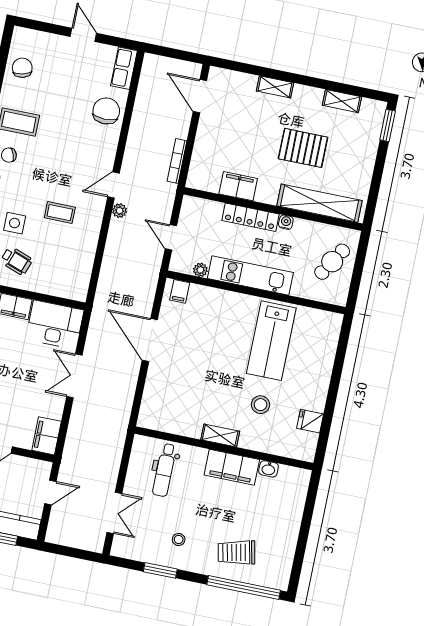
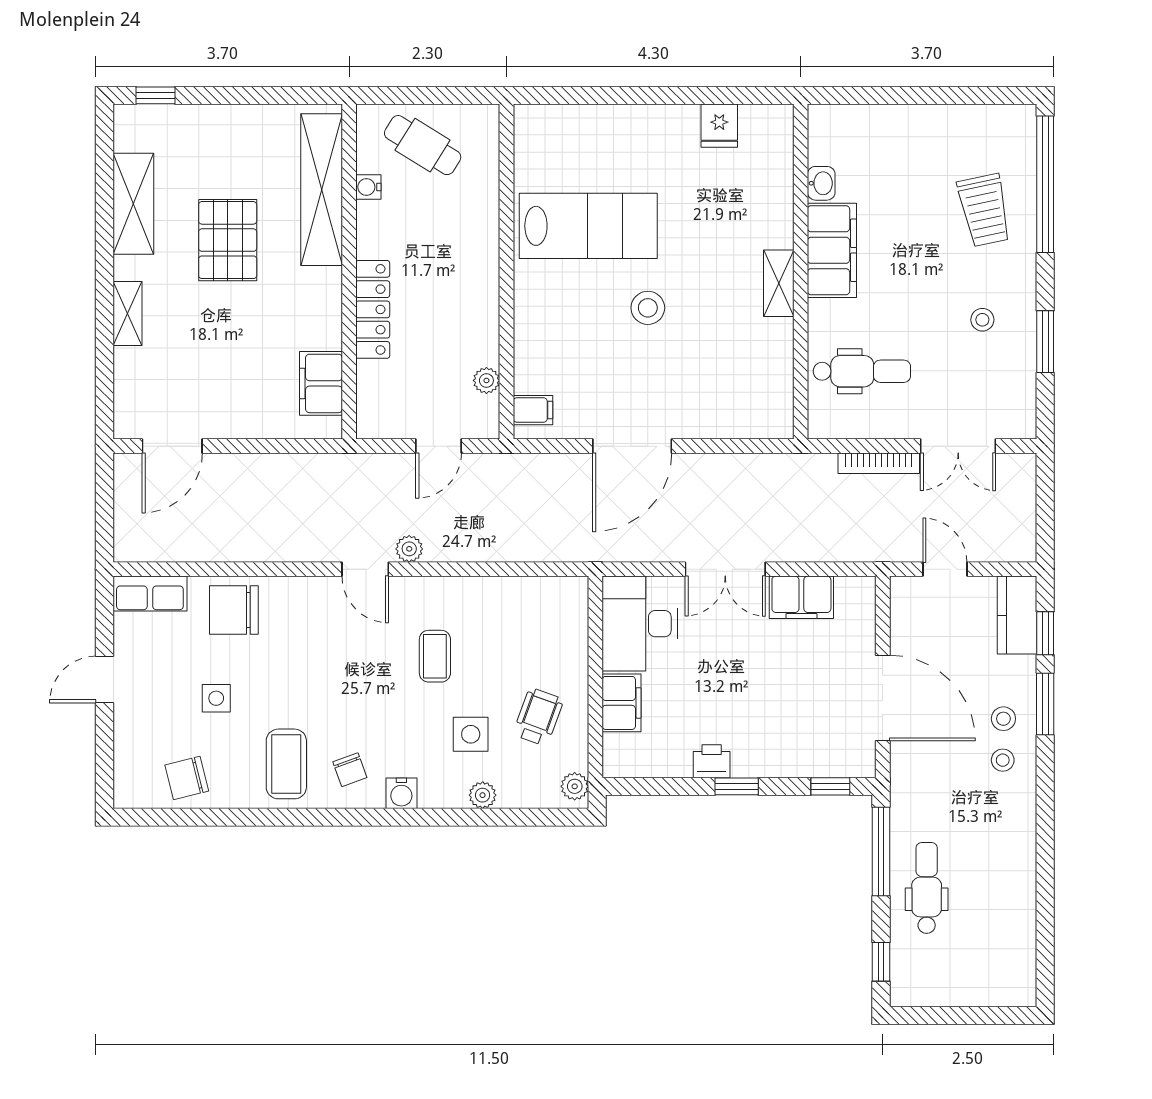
side table: (61, 92) -> (216, 698), added
shelving: (342, 101) -> (133, 204), width x1.50, depth x1.33
window: (388, 125) -> (156, 95), width x0.67
bookcase: (177, 161) -> (879, 463), moved
filing cabinet: (238, 186) -> (321, 383), moved
water cooler: (286, 222) -> (368, 187), moved
kitchen unit: (250, 275) -> (478, 288), removed
stool: (260, 405) -> (648, 308), moved
filing cabinet: (47, 436) -> (801, 597), moved
double door: (114, 513) -> (958, 446), swing flipped

